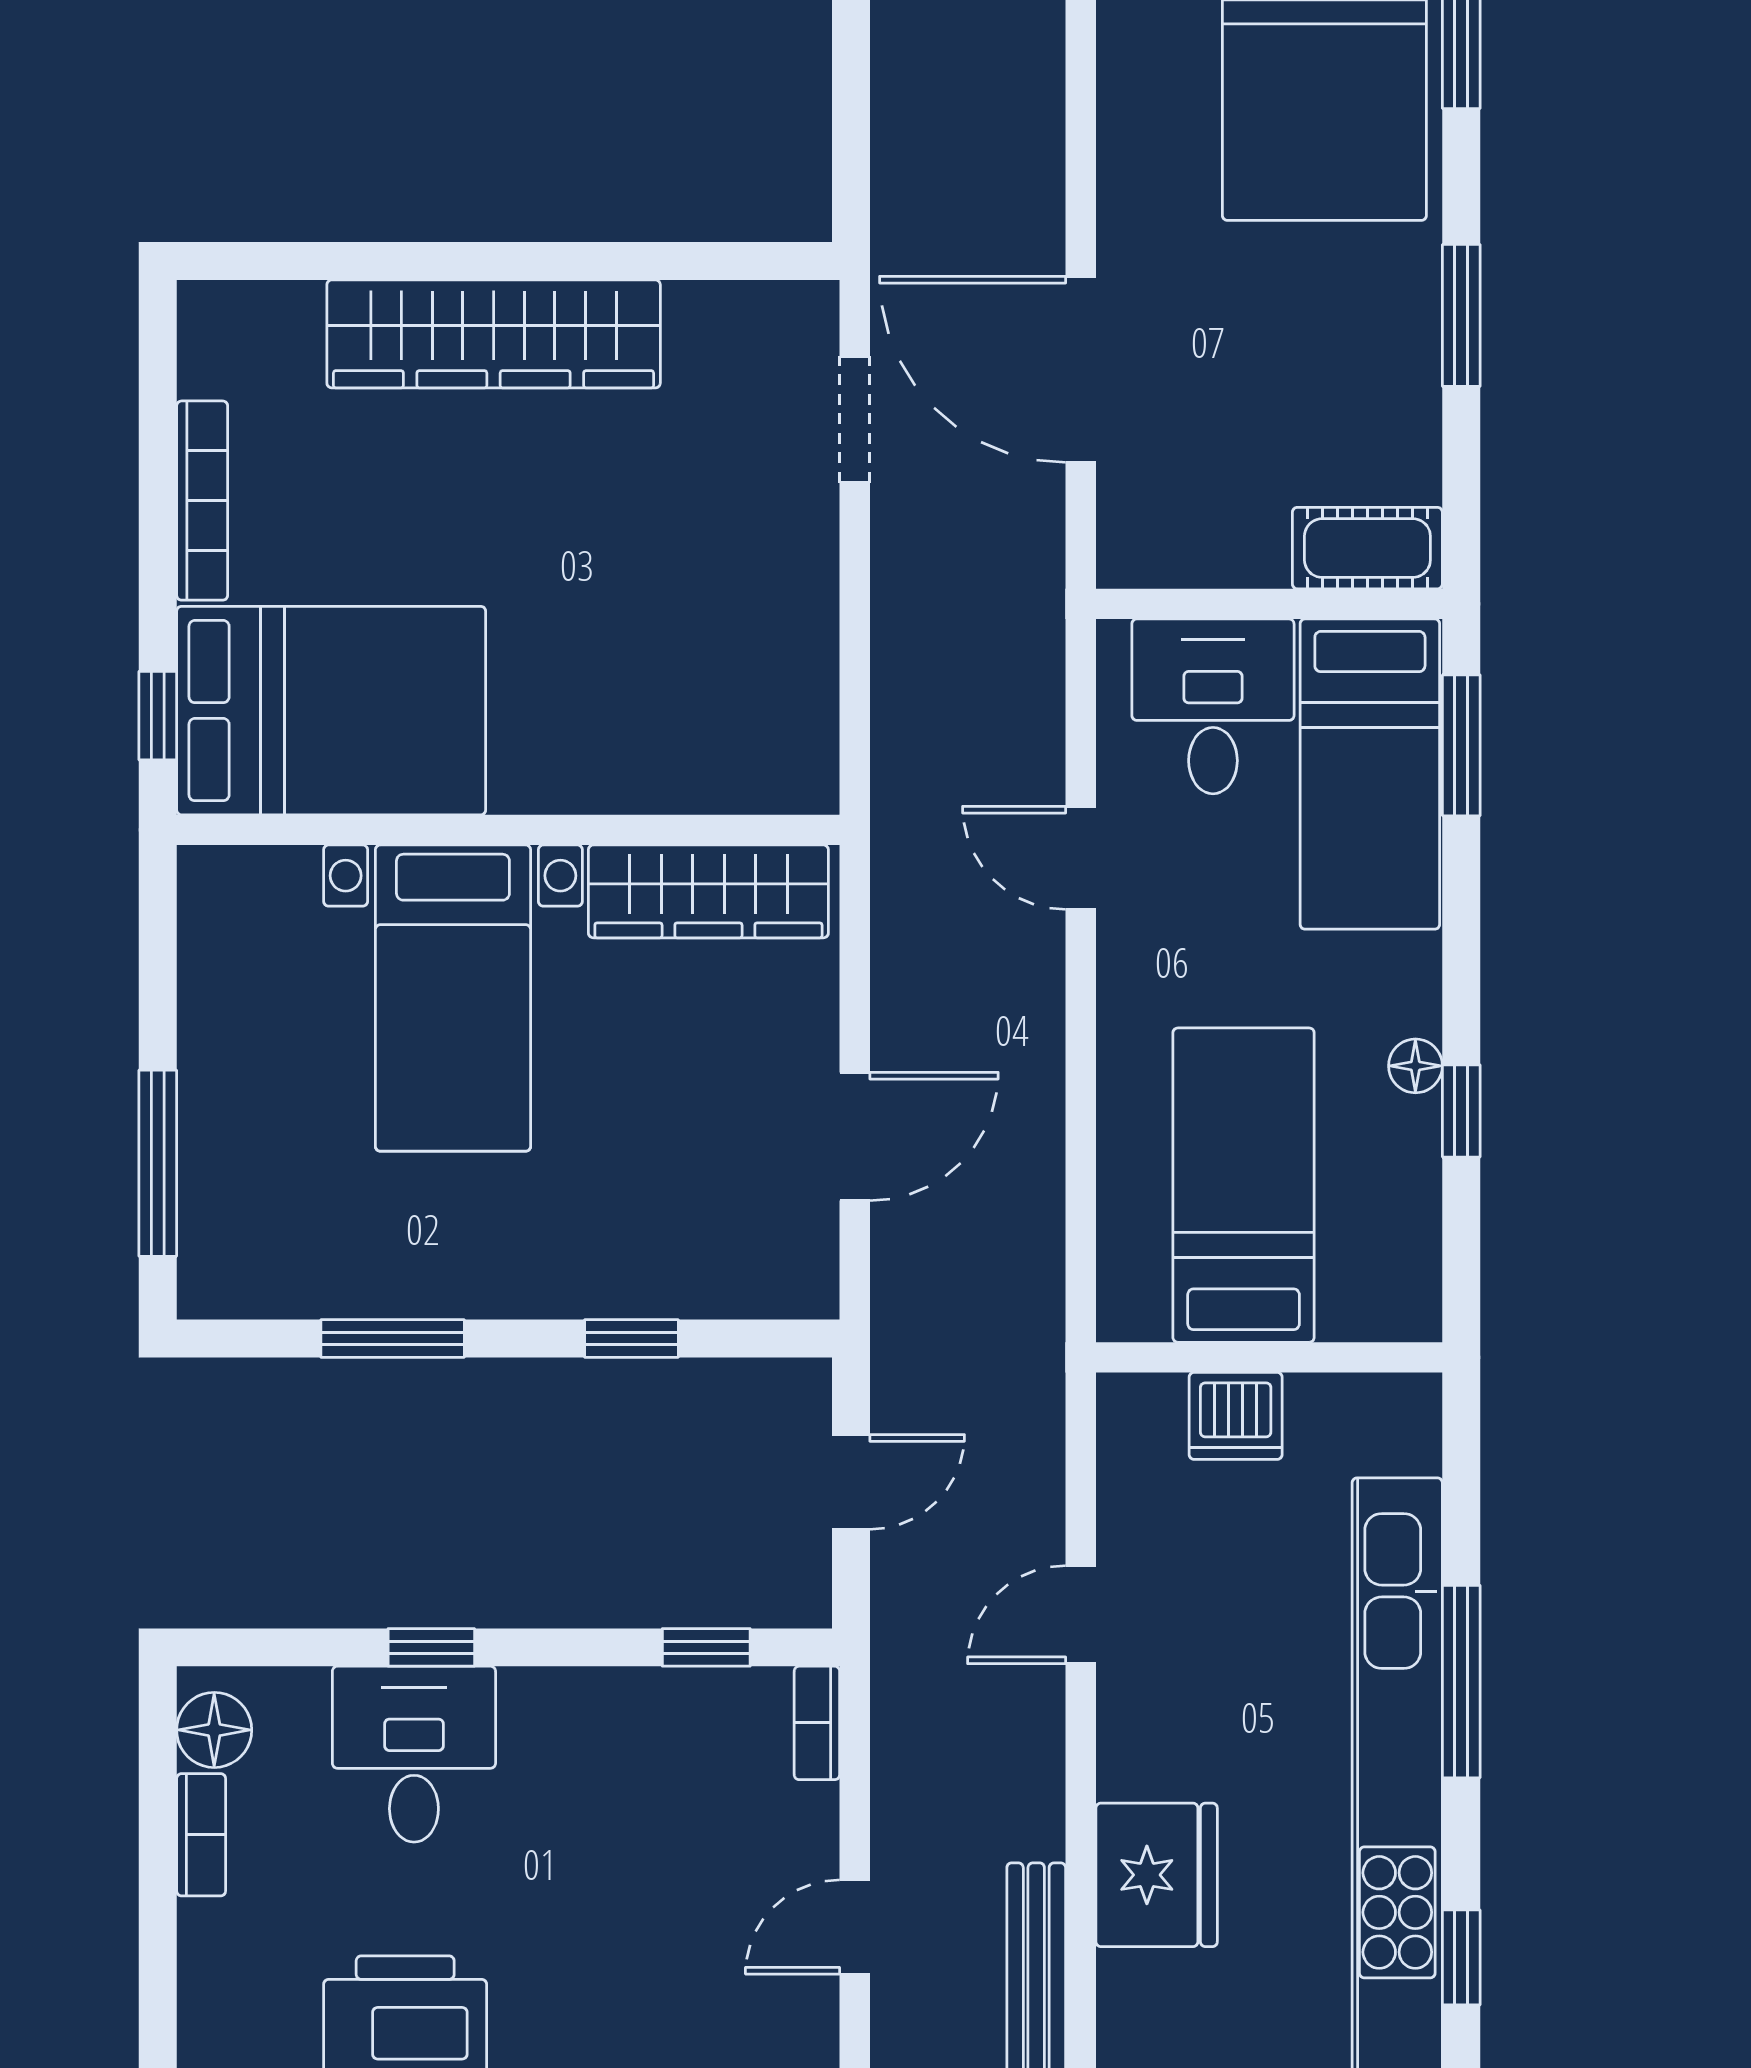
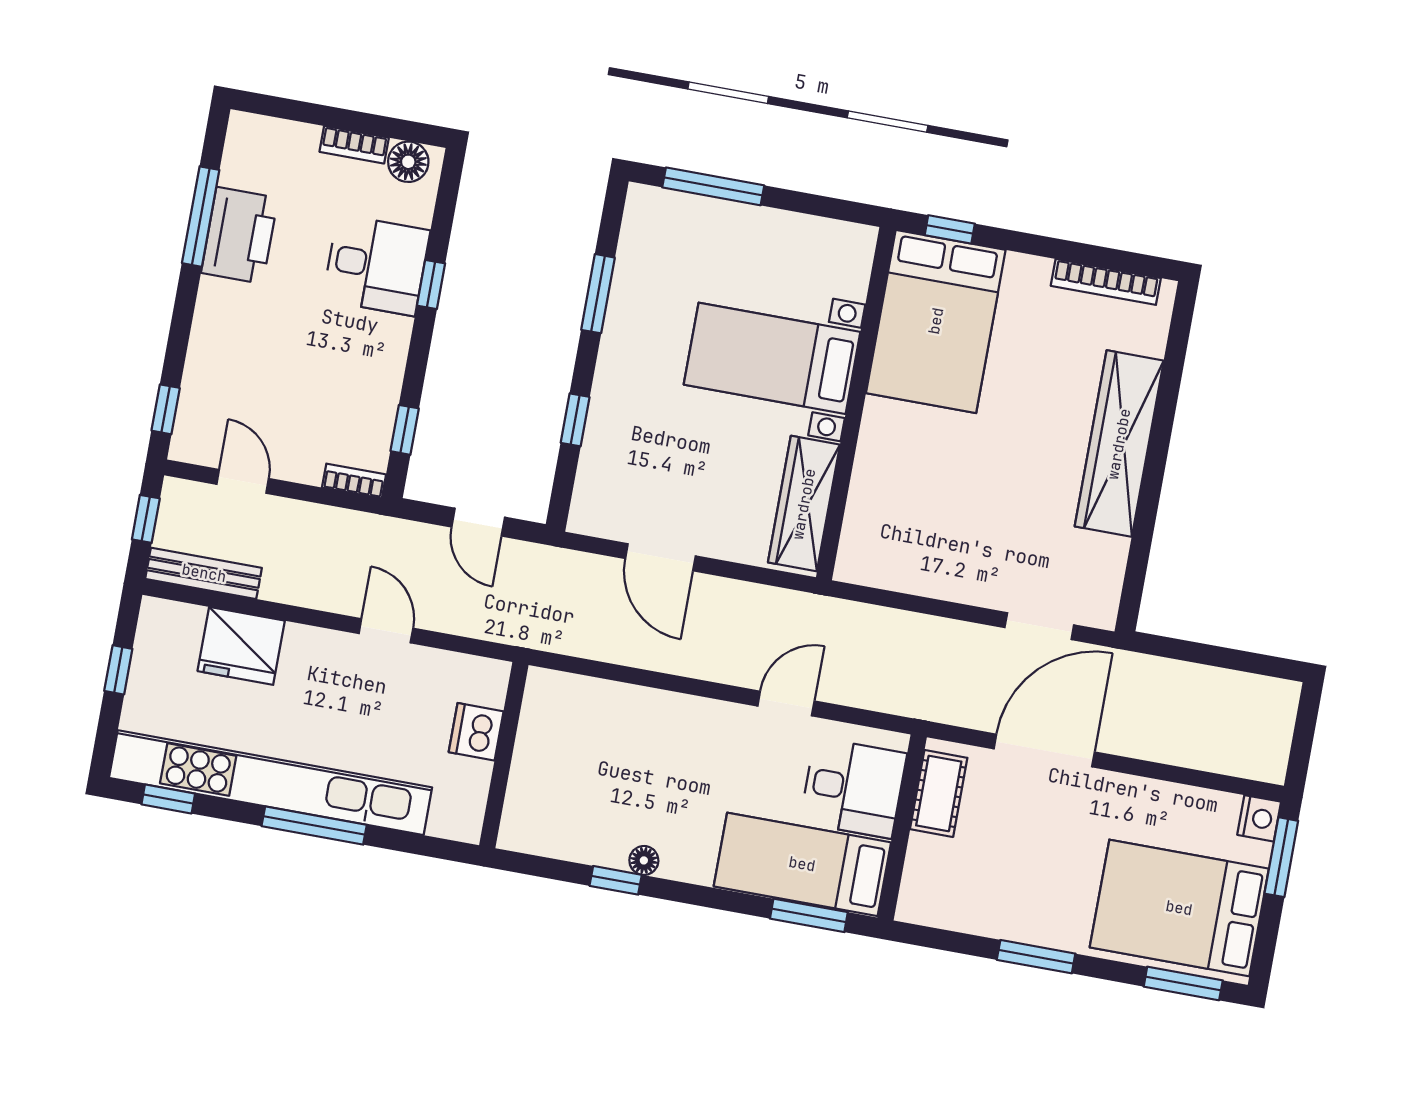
bookcase: (202, 501) -> (1106, 282), moved
cot: (1367, 548) -> (939, 793), moved
bed: (1244, 1185) -> (597, 758), removed

